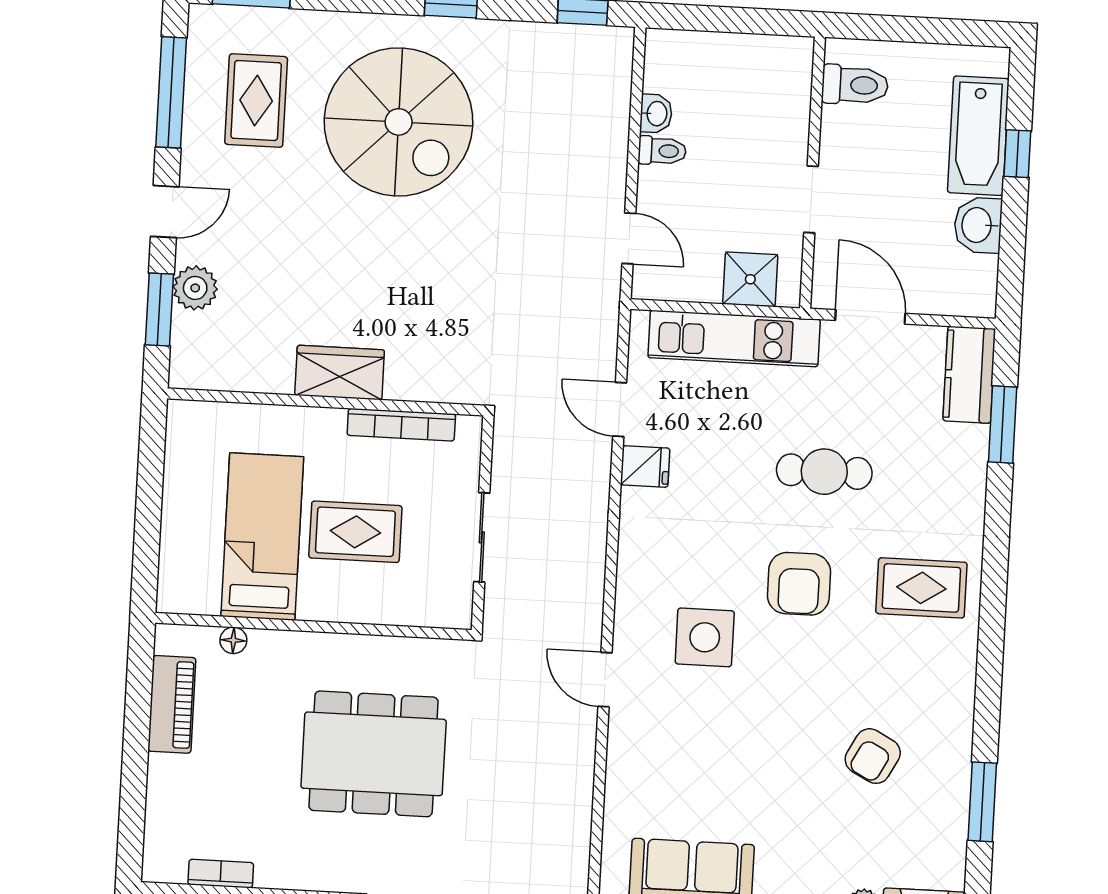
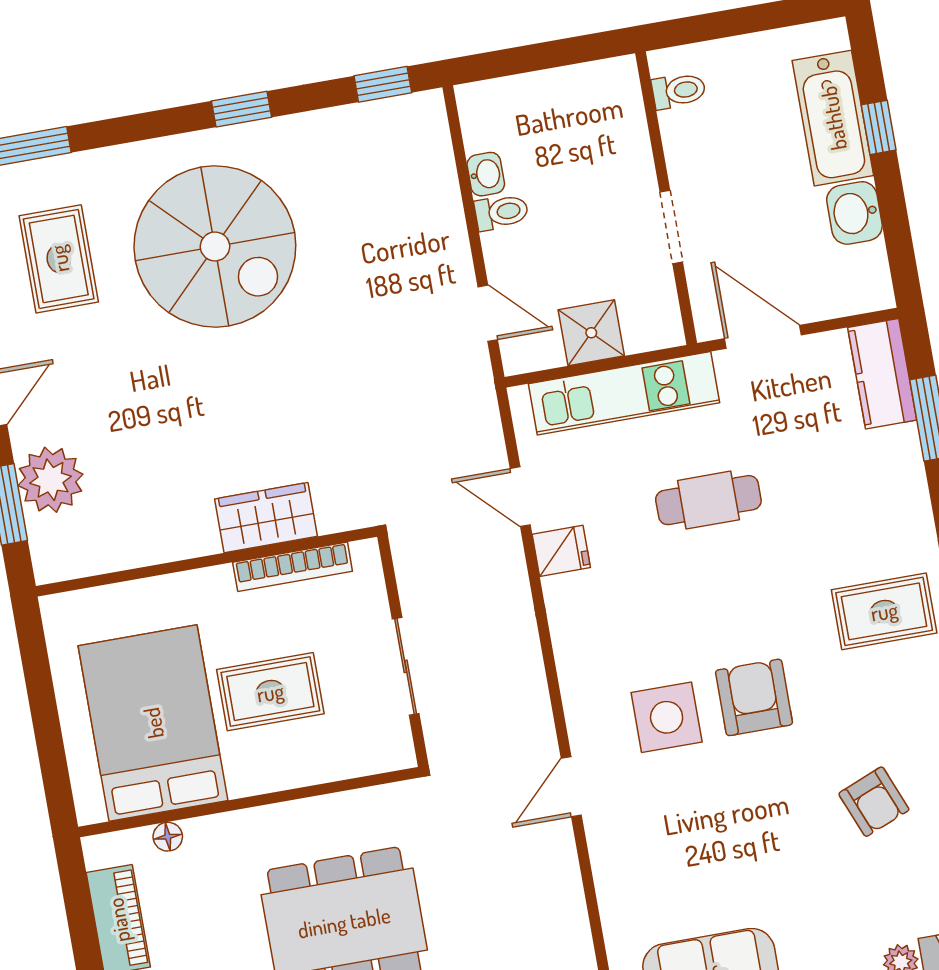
toilet: (855, 85) -> (679, 91), width x0.73, depth x0.72
shower: (750, 279) -> (591, 333), moved
plant: (195, 288) -> (51, 480), width x1.36, depth x1.36
wardrobe: (340, 373) -> (266, 518), moved
cafe table: (824, 472) -> (708, 500), moved
bed: (262, 536) -> (153, 723), width x1.50
armchair: (799, 584) -> (754, 697), moved, turned 180
door: (605, 680) -> (571, 787), hinge flipped
armchair: (873, 756) -> (874, 802), turned -50

